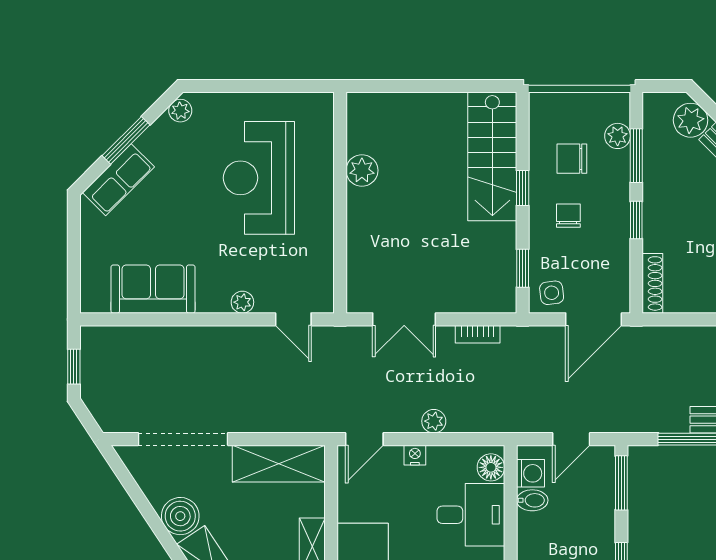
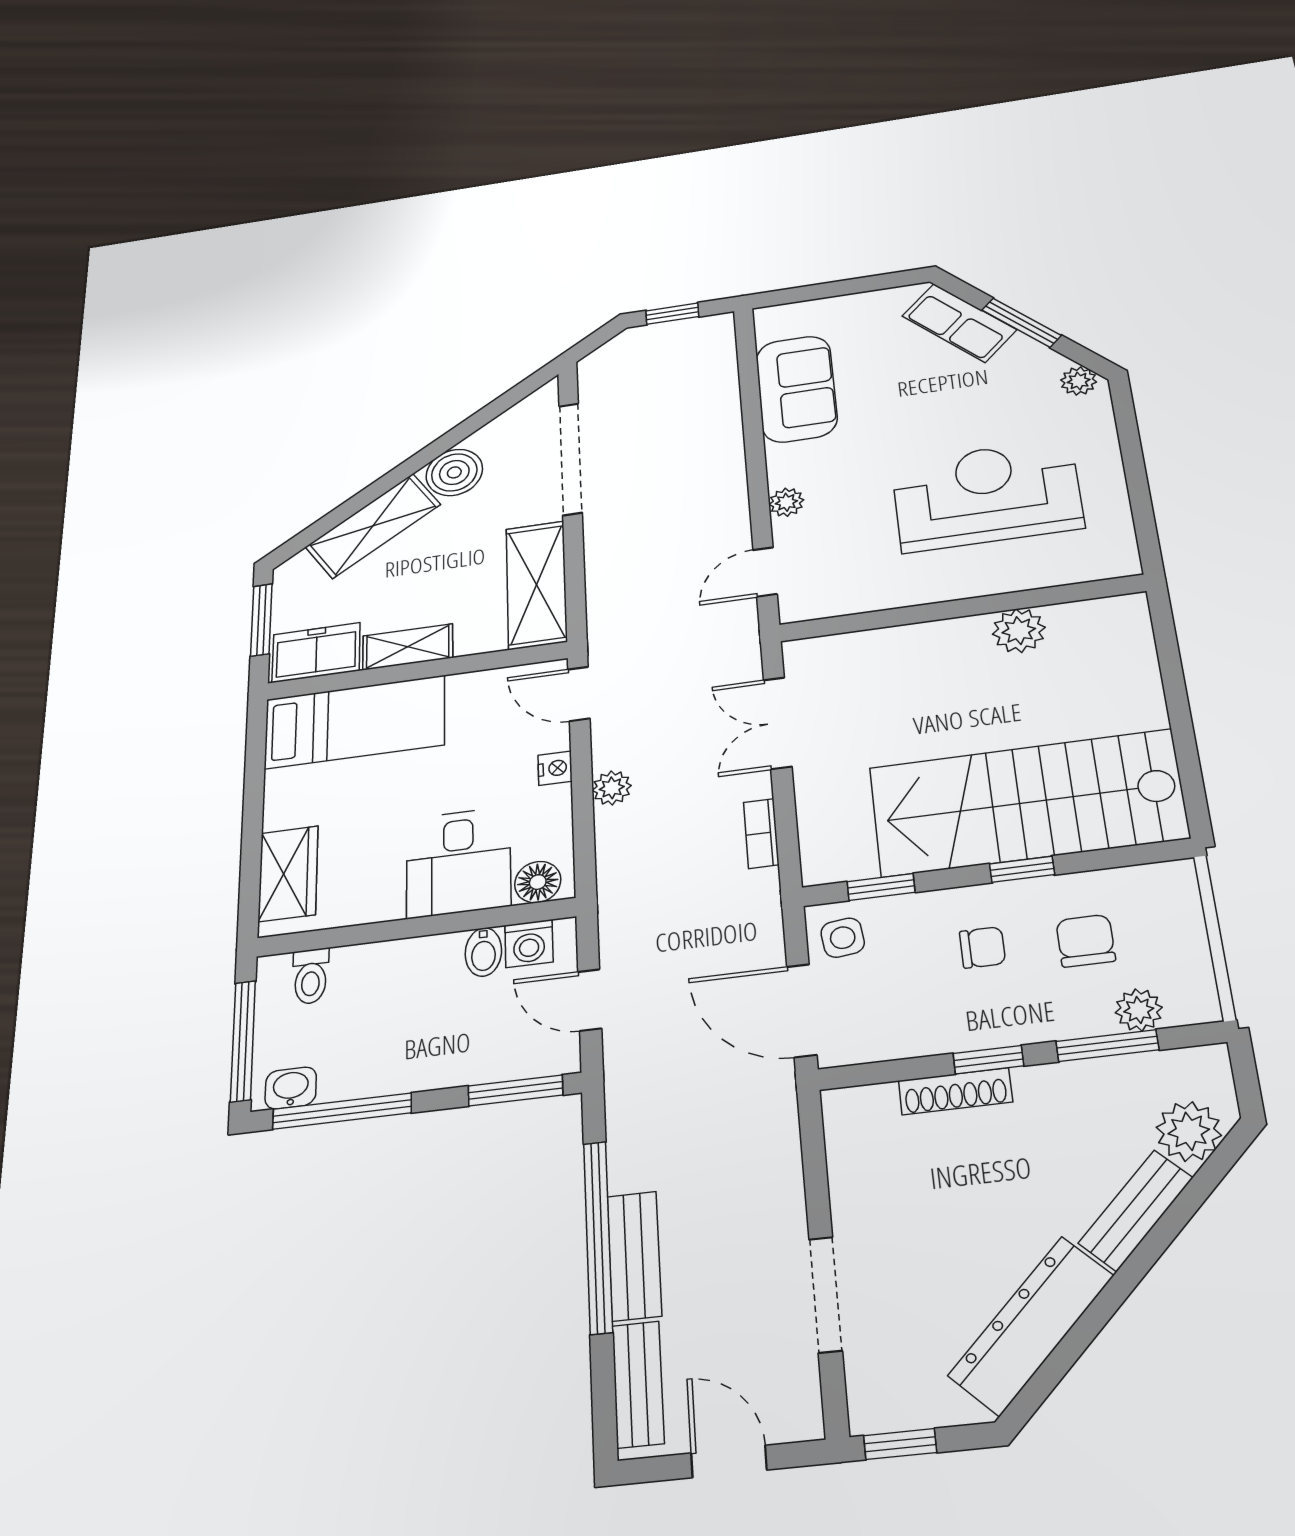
stairs: (492, 156) -> (1027, 803), width x1.36, depth x1.51
shoe rack: (652, 283) -> (955, 1091), moved

